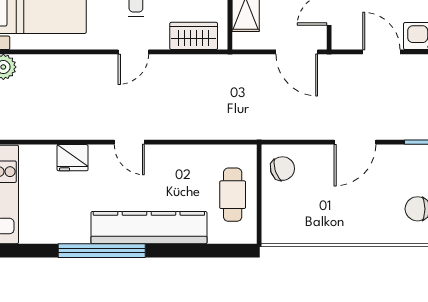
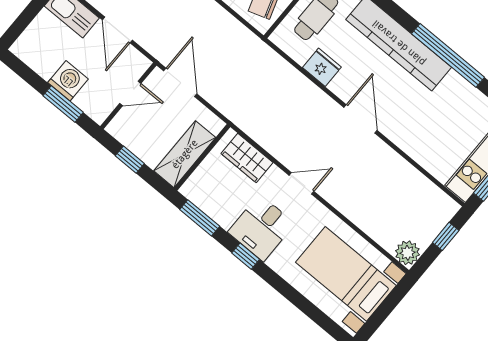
door: (129, 142) -> (360, 119), width x1.38
fridge: (73, 158) -> (322, 67), moved

